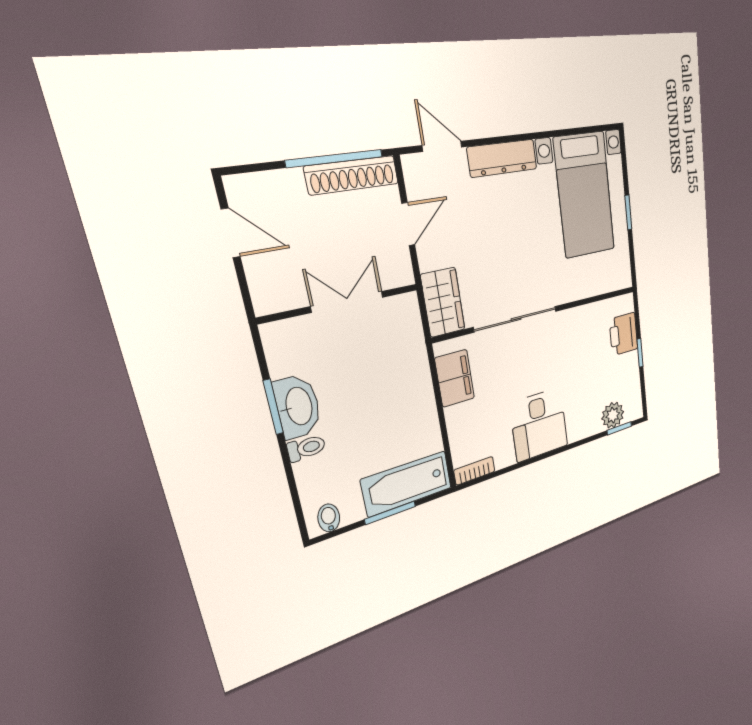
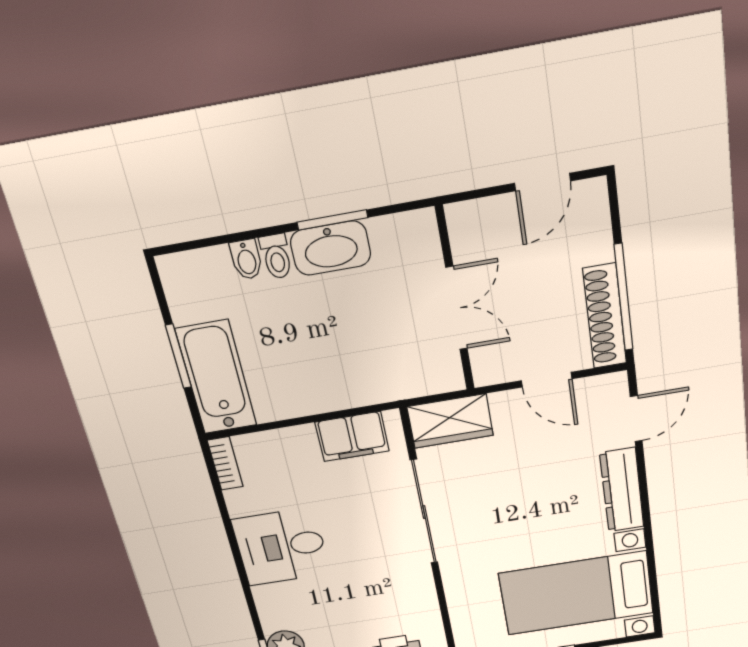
bidet: (329, 518) -> (246, 259), moved, turned 90

